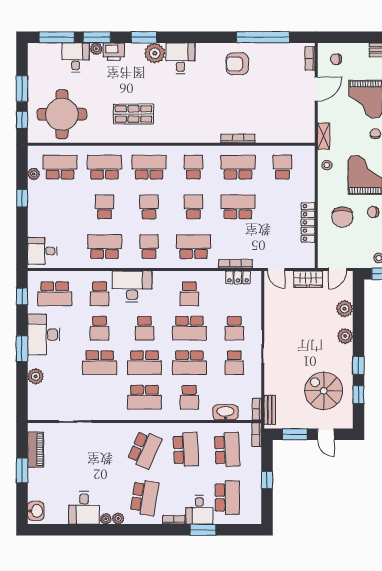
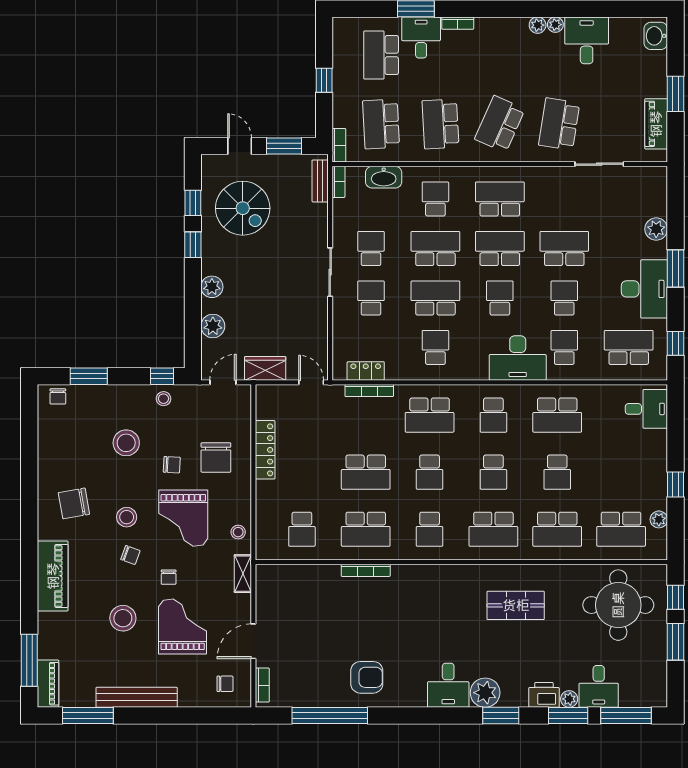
chair: (342, 217) -> (216, 457), turned 180
school desk: (144, 498) -> (559, 124), moved

